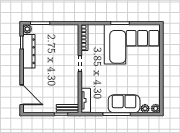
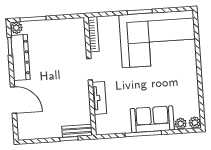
door: (22, 95) -> (13, 100), moved
tv unit: (86, 100) -> (99, 98), moved

